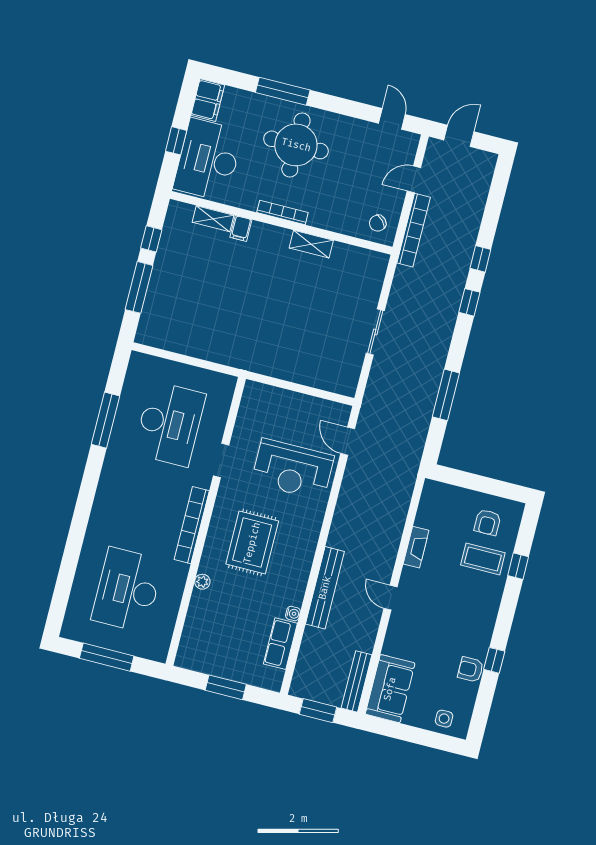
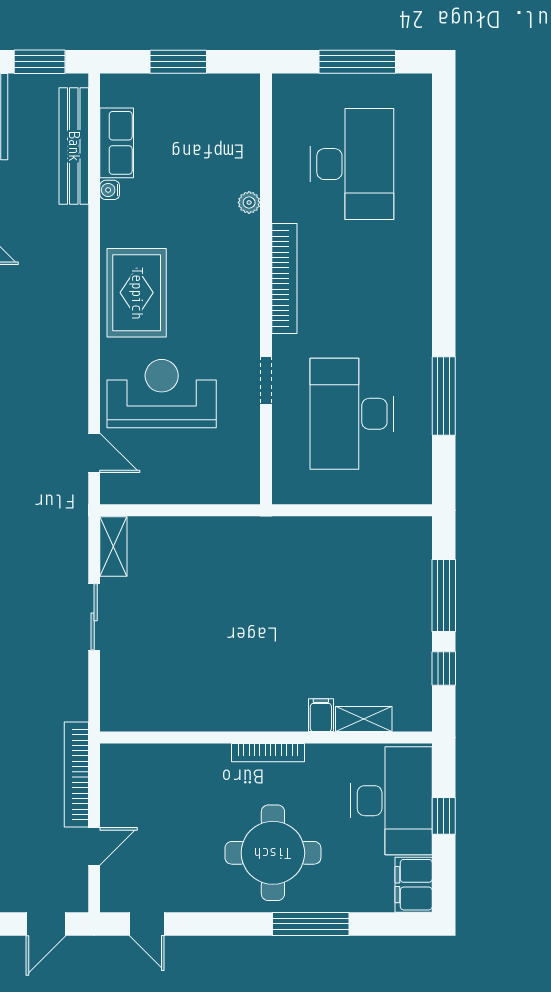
chair: (378, 223) -> (129, 772), removed
shelving: (311, 244) -> (113, 547), moved, turned 90
rug: (252, 543) -> (137, 293), moved
bench: (325, 588) -> (74, 146), moved

